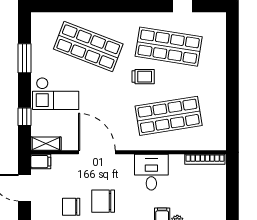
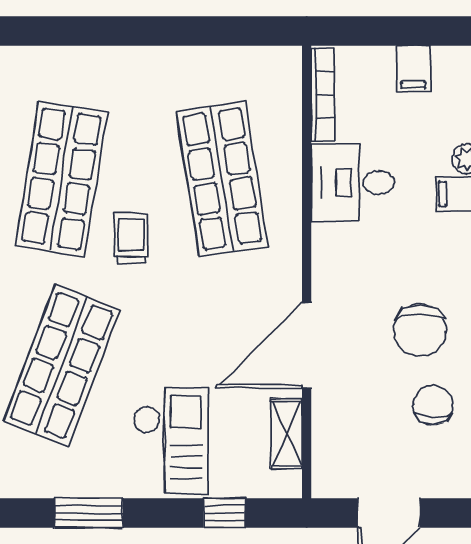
shelving: (46, 144) -> (287, 434), moved
filing cabinet: (41, 162) -> (413, 69), moved, turned 180
desk: (151, 172) -> (353, 183), moved
chair: (71, 207) -> (433, 405), turned 180

